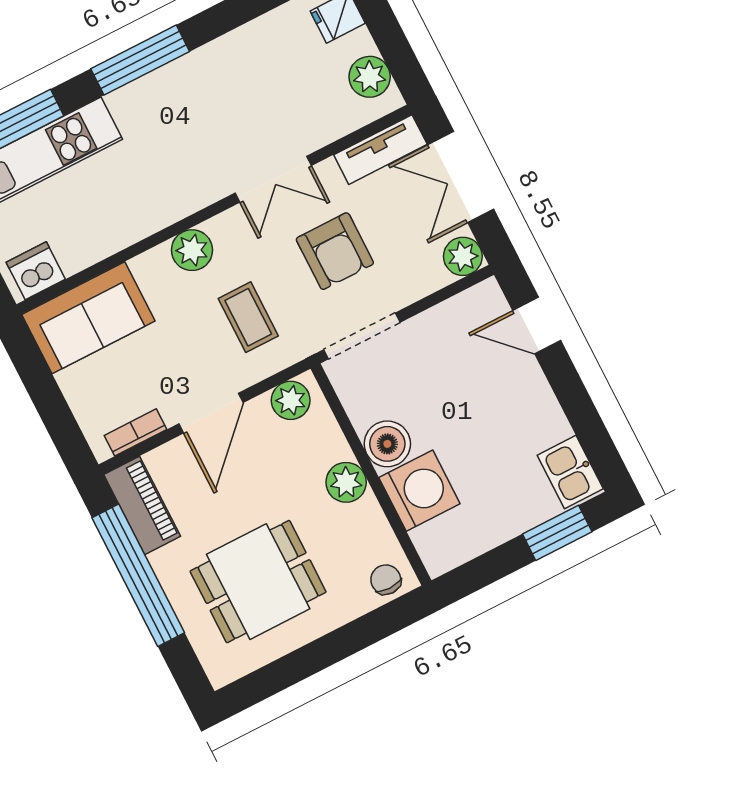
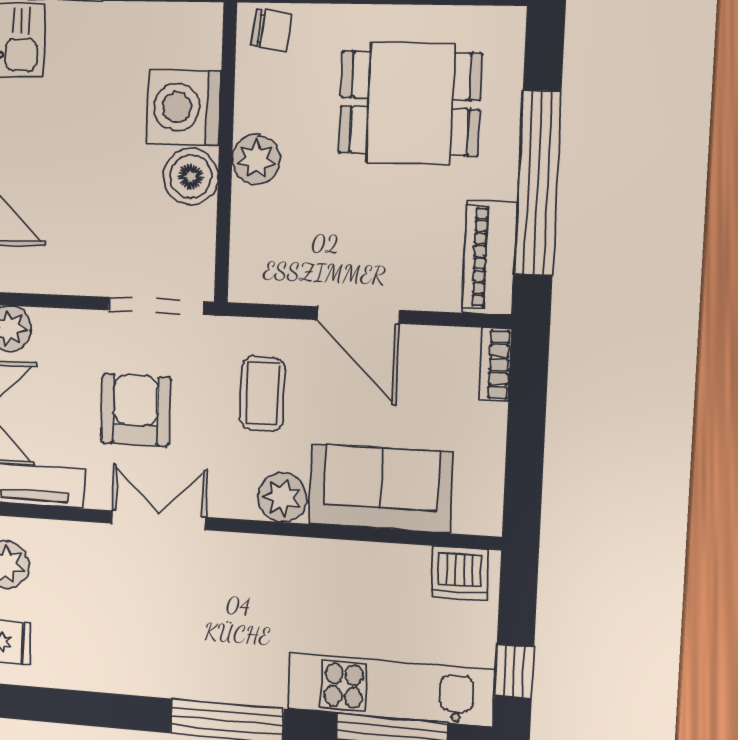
sofa: (88, 318) -> (381, 488), moved
plant: (291, 400) -> (266, 281), removed
door: (211, 413) -> (359, 315), swing flipped
bookcase: (135, 432) -> (495, 365), moved, turned 90
chair: (386, 580) -> (271, 30), turned -82

